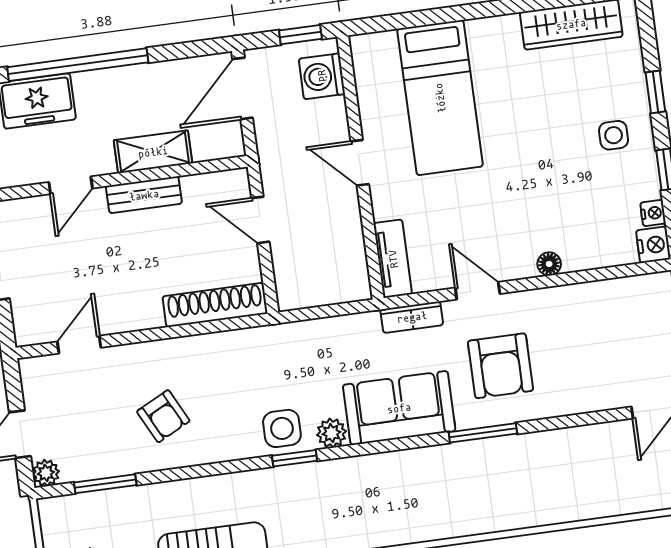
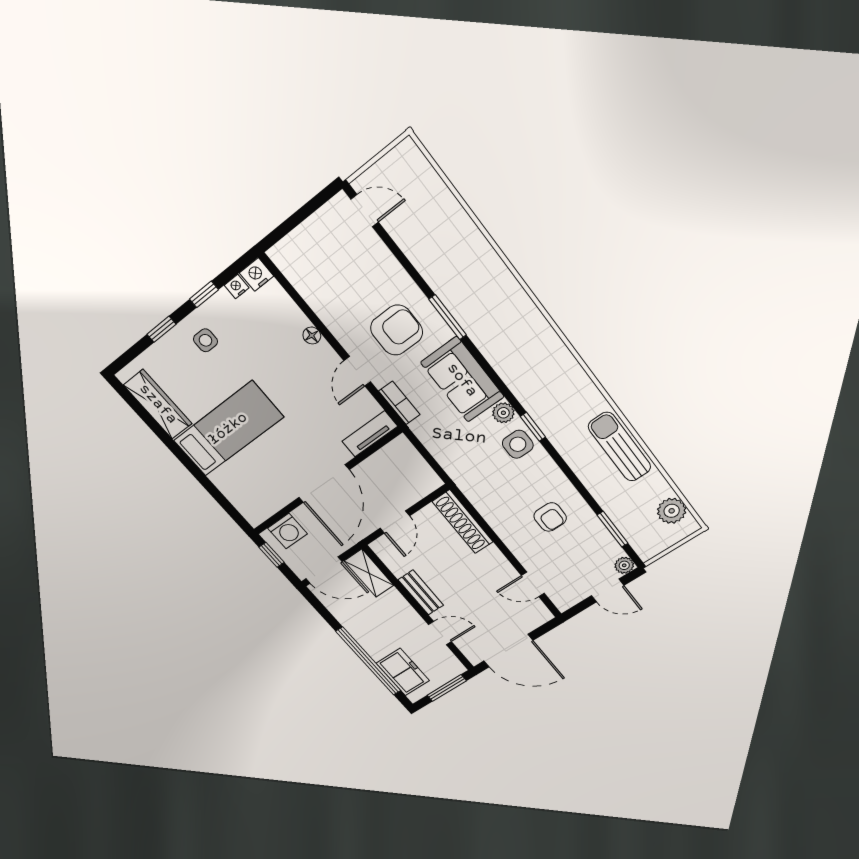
bed: (440, 98) -> (228, 429), moved
shelving: (153, 152) -> (369, 573), moved
door: (360, 163) -> (324, 484), width x1.87
armchair: (163, 416) -> (550, 517), turned 117

